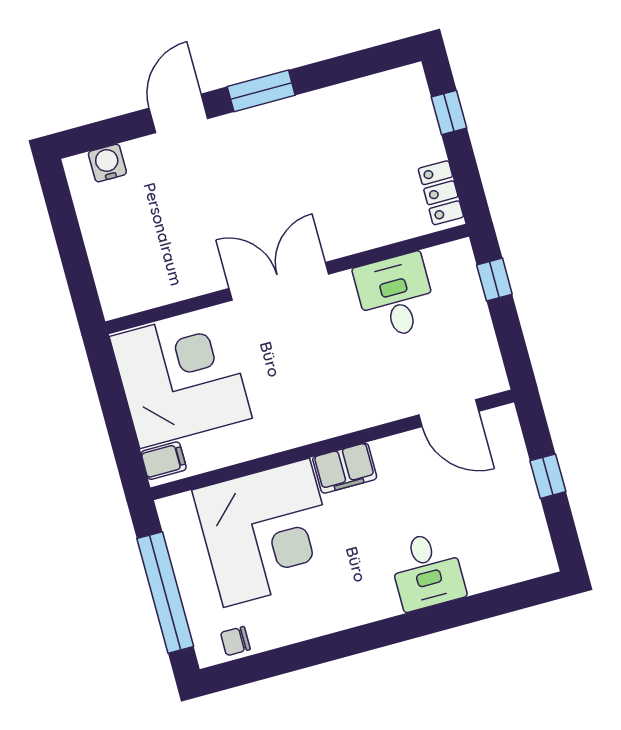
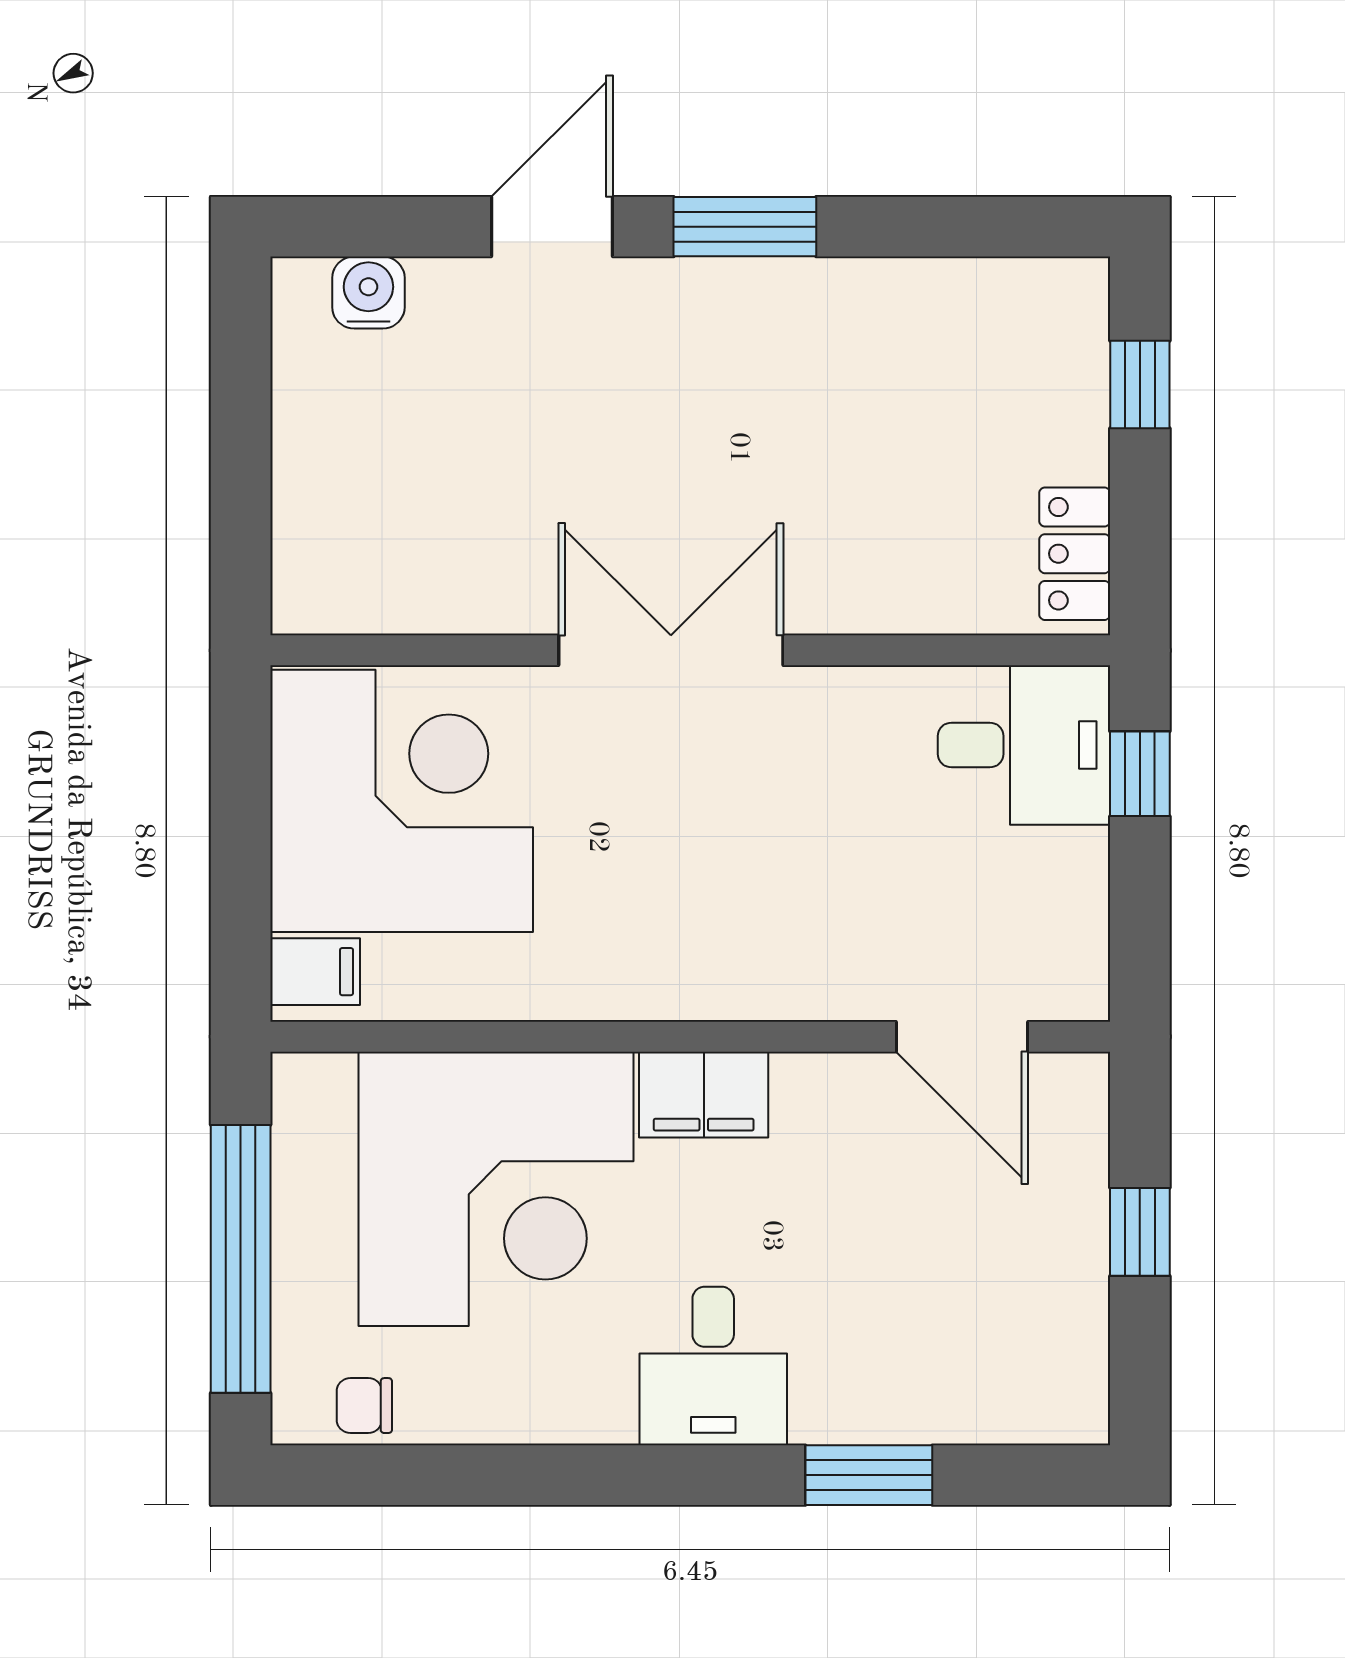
desk: (396, 296) -> (1024, 745), moved, turned 90
desk: (427, 571) -> (713, 1366), moved
window: (460, 612) -> (869, 1475), added

